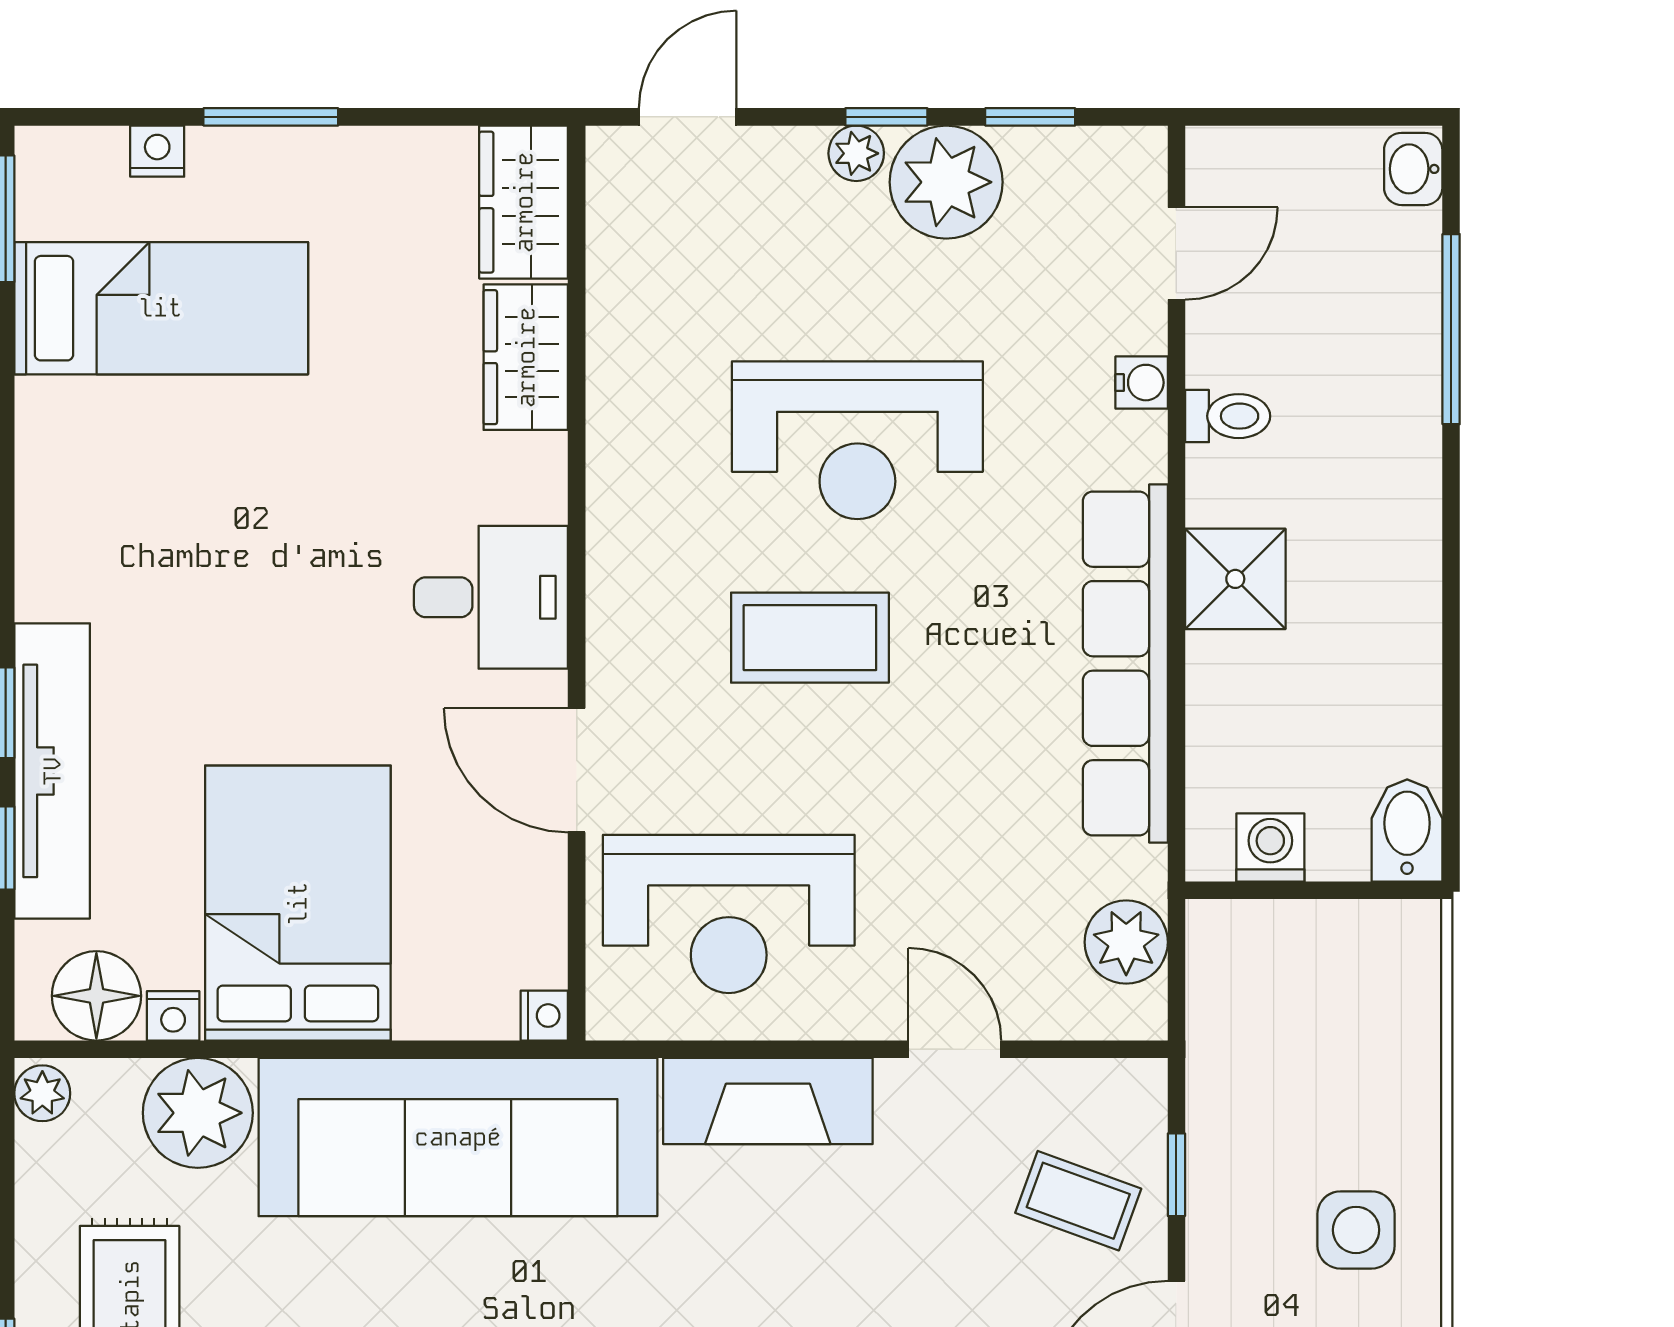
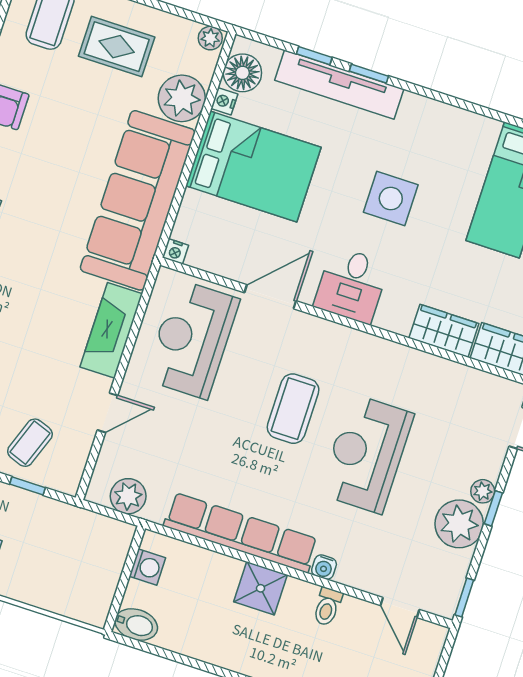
window: (1030, 117) -> (464, 597), moved
water cooler: (1142, 383) -> (324, 567), moved
side table: (269, 573) -> (391, 199), added

